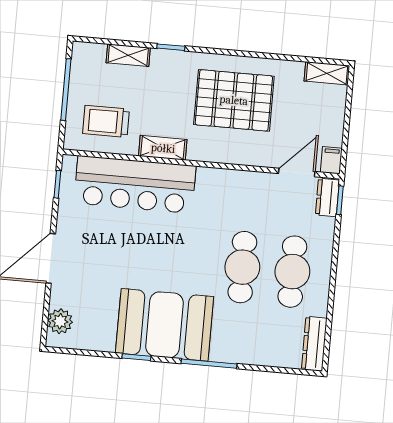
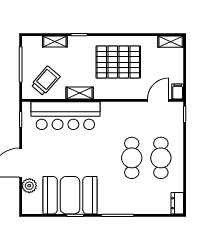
trolley: (106, 121) -> (46, 81), turned 131
dresser: (327, 197) -> (177, 113), removed
plant: (60, 321) -> (29, 186), moved
booth: (165, 325) -> (70, 195), moved
dresser: (314, 344) -> (177, 203), width x0.70

